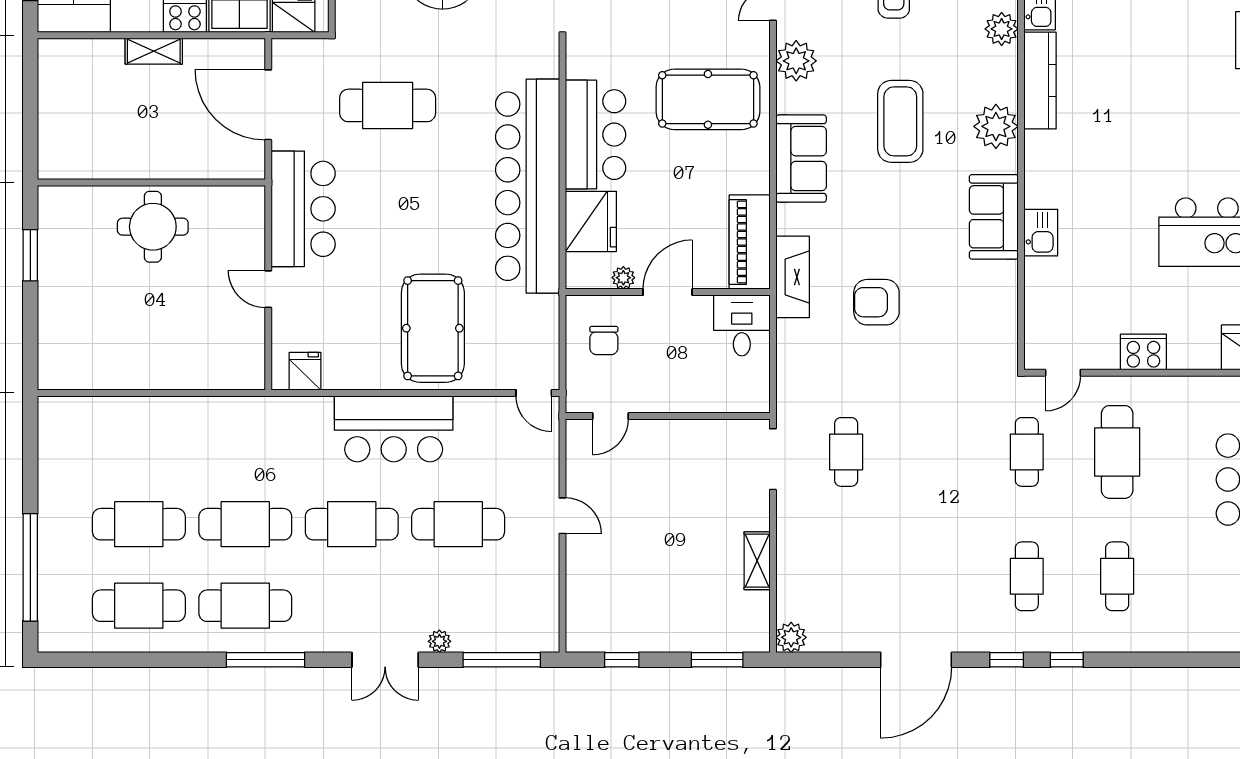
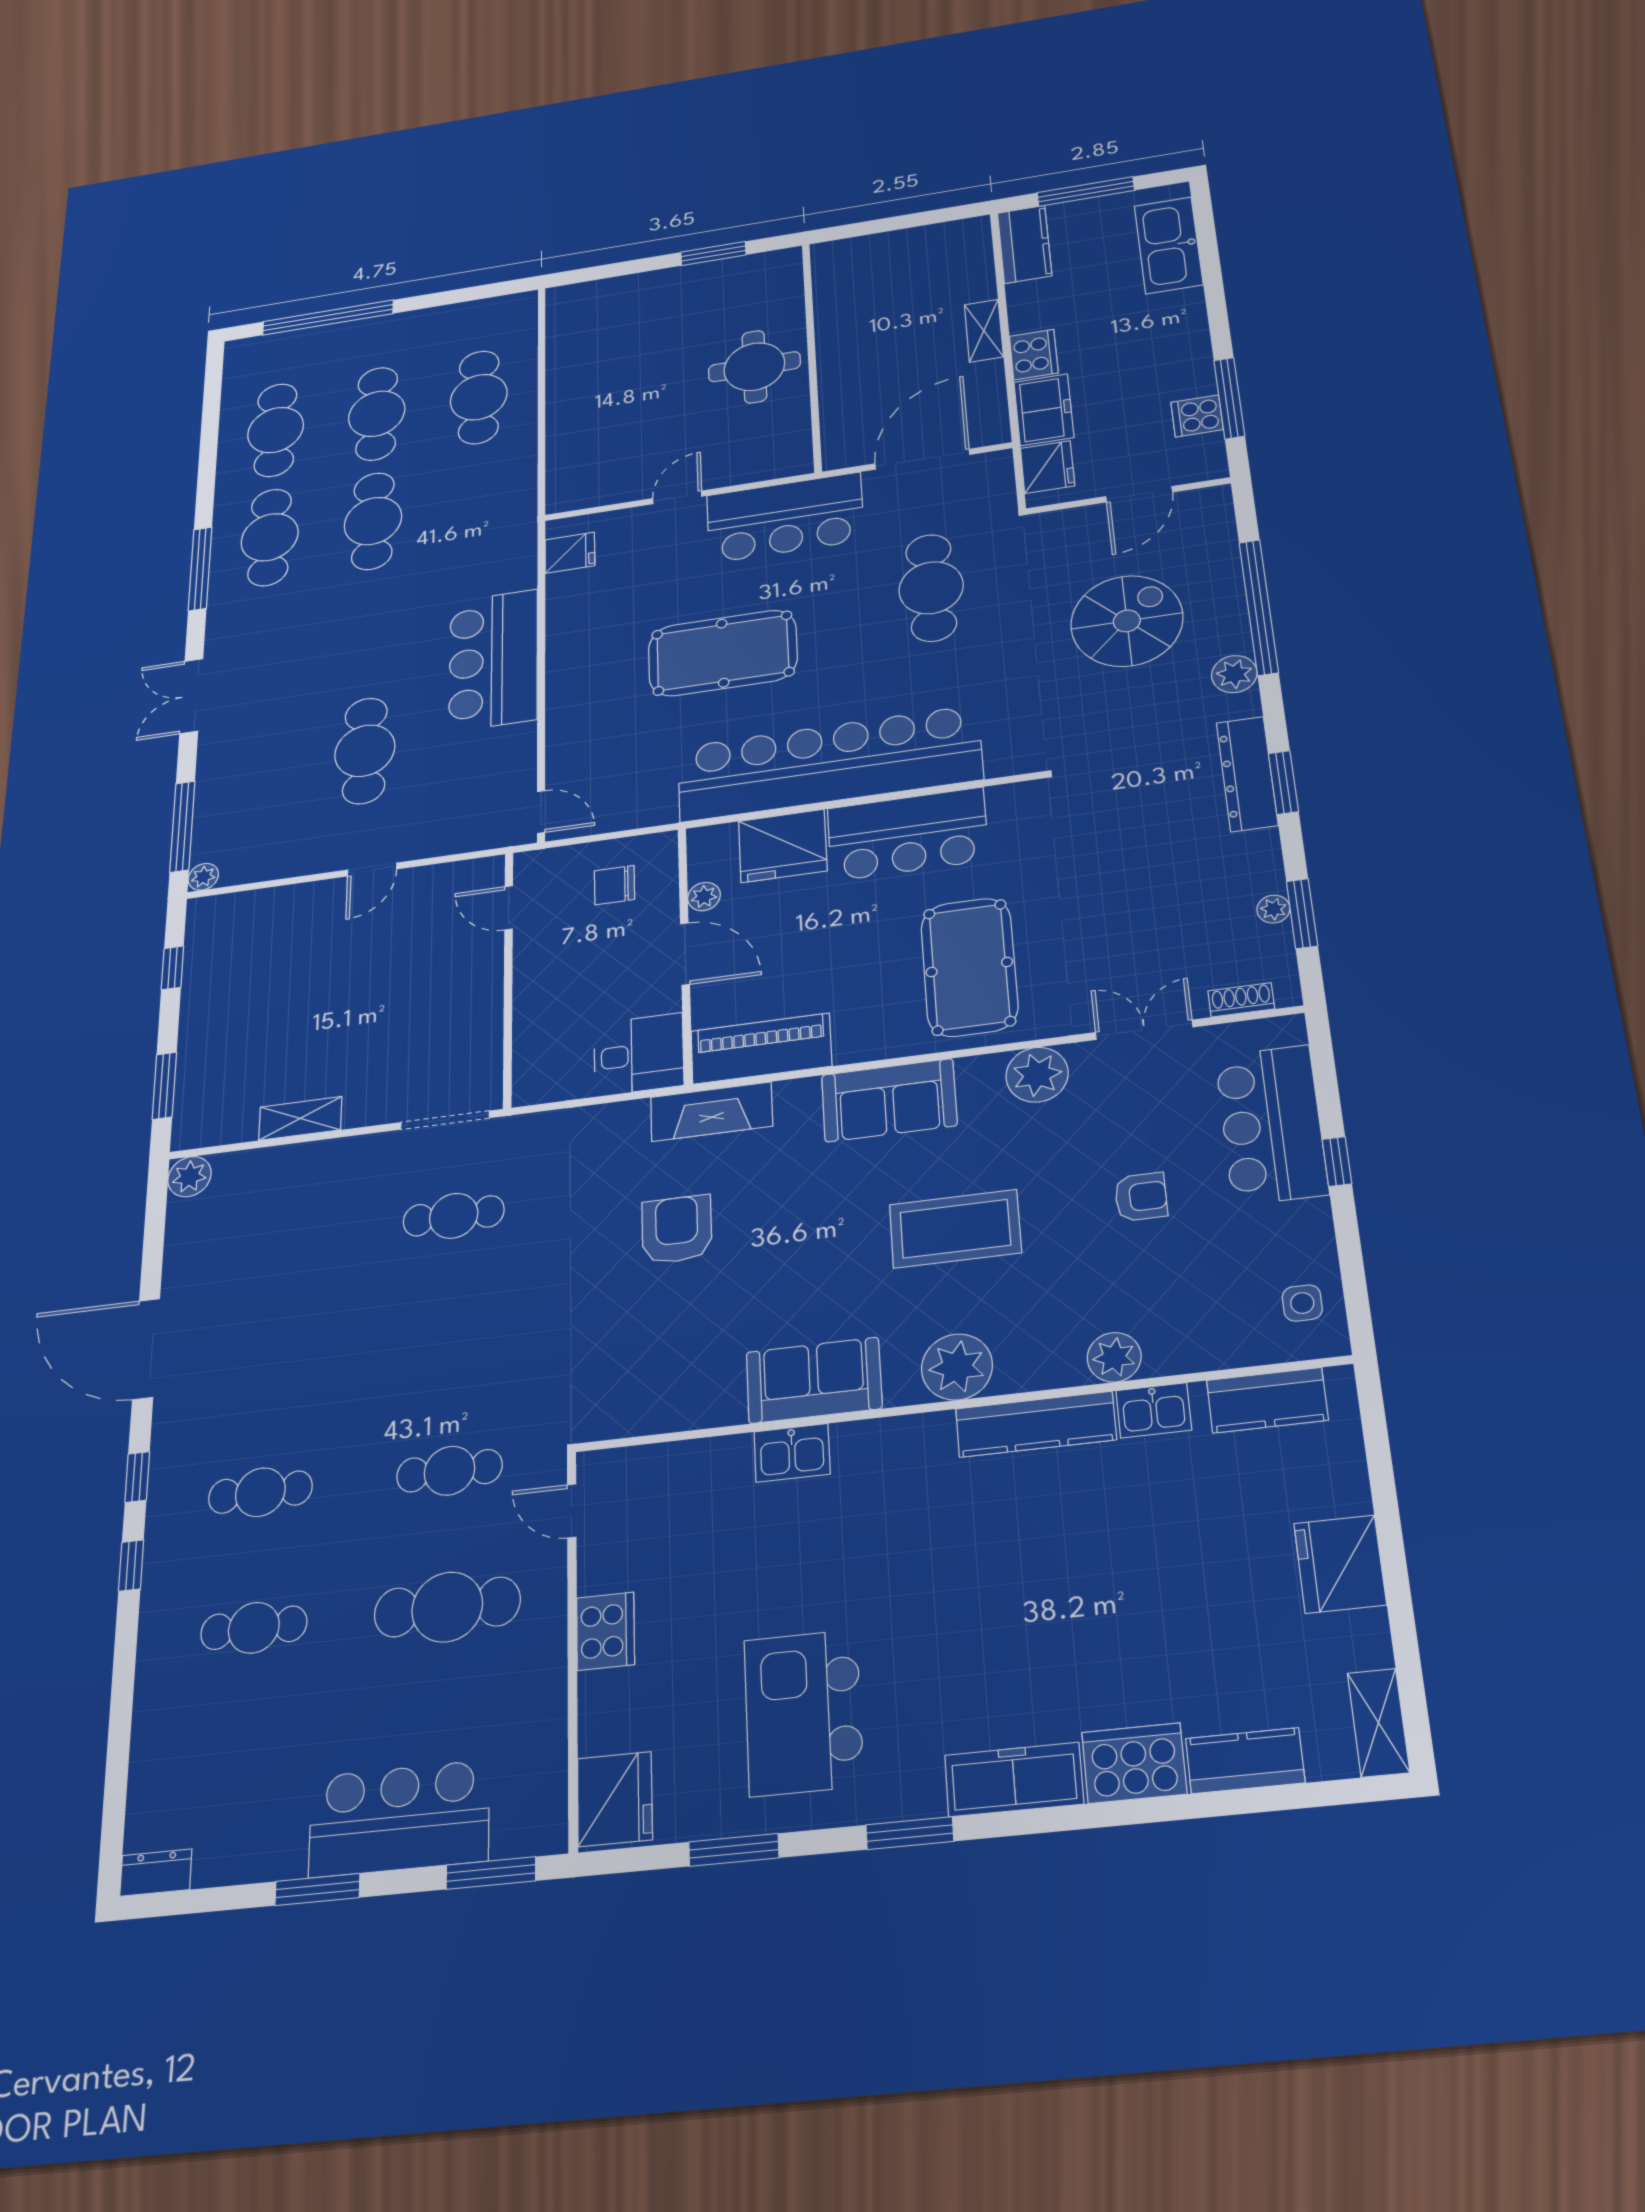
pool table: (433, 328) -> (723, 653), moved
door: (534, 393) -> (541, 812), swing flipped
cafe table: (352, 524) -> (479, 397), moved
plant: (439, 641) -> (203, 877), moved

